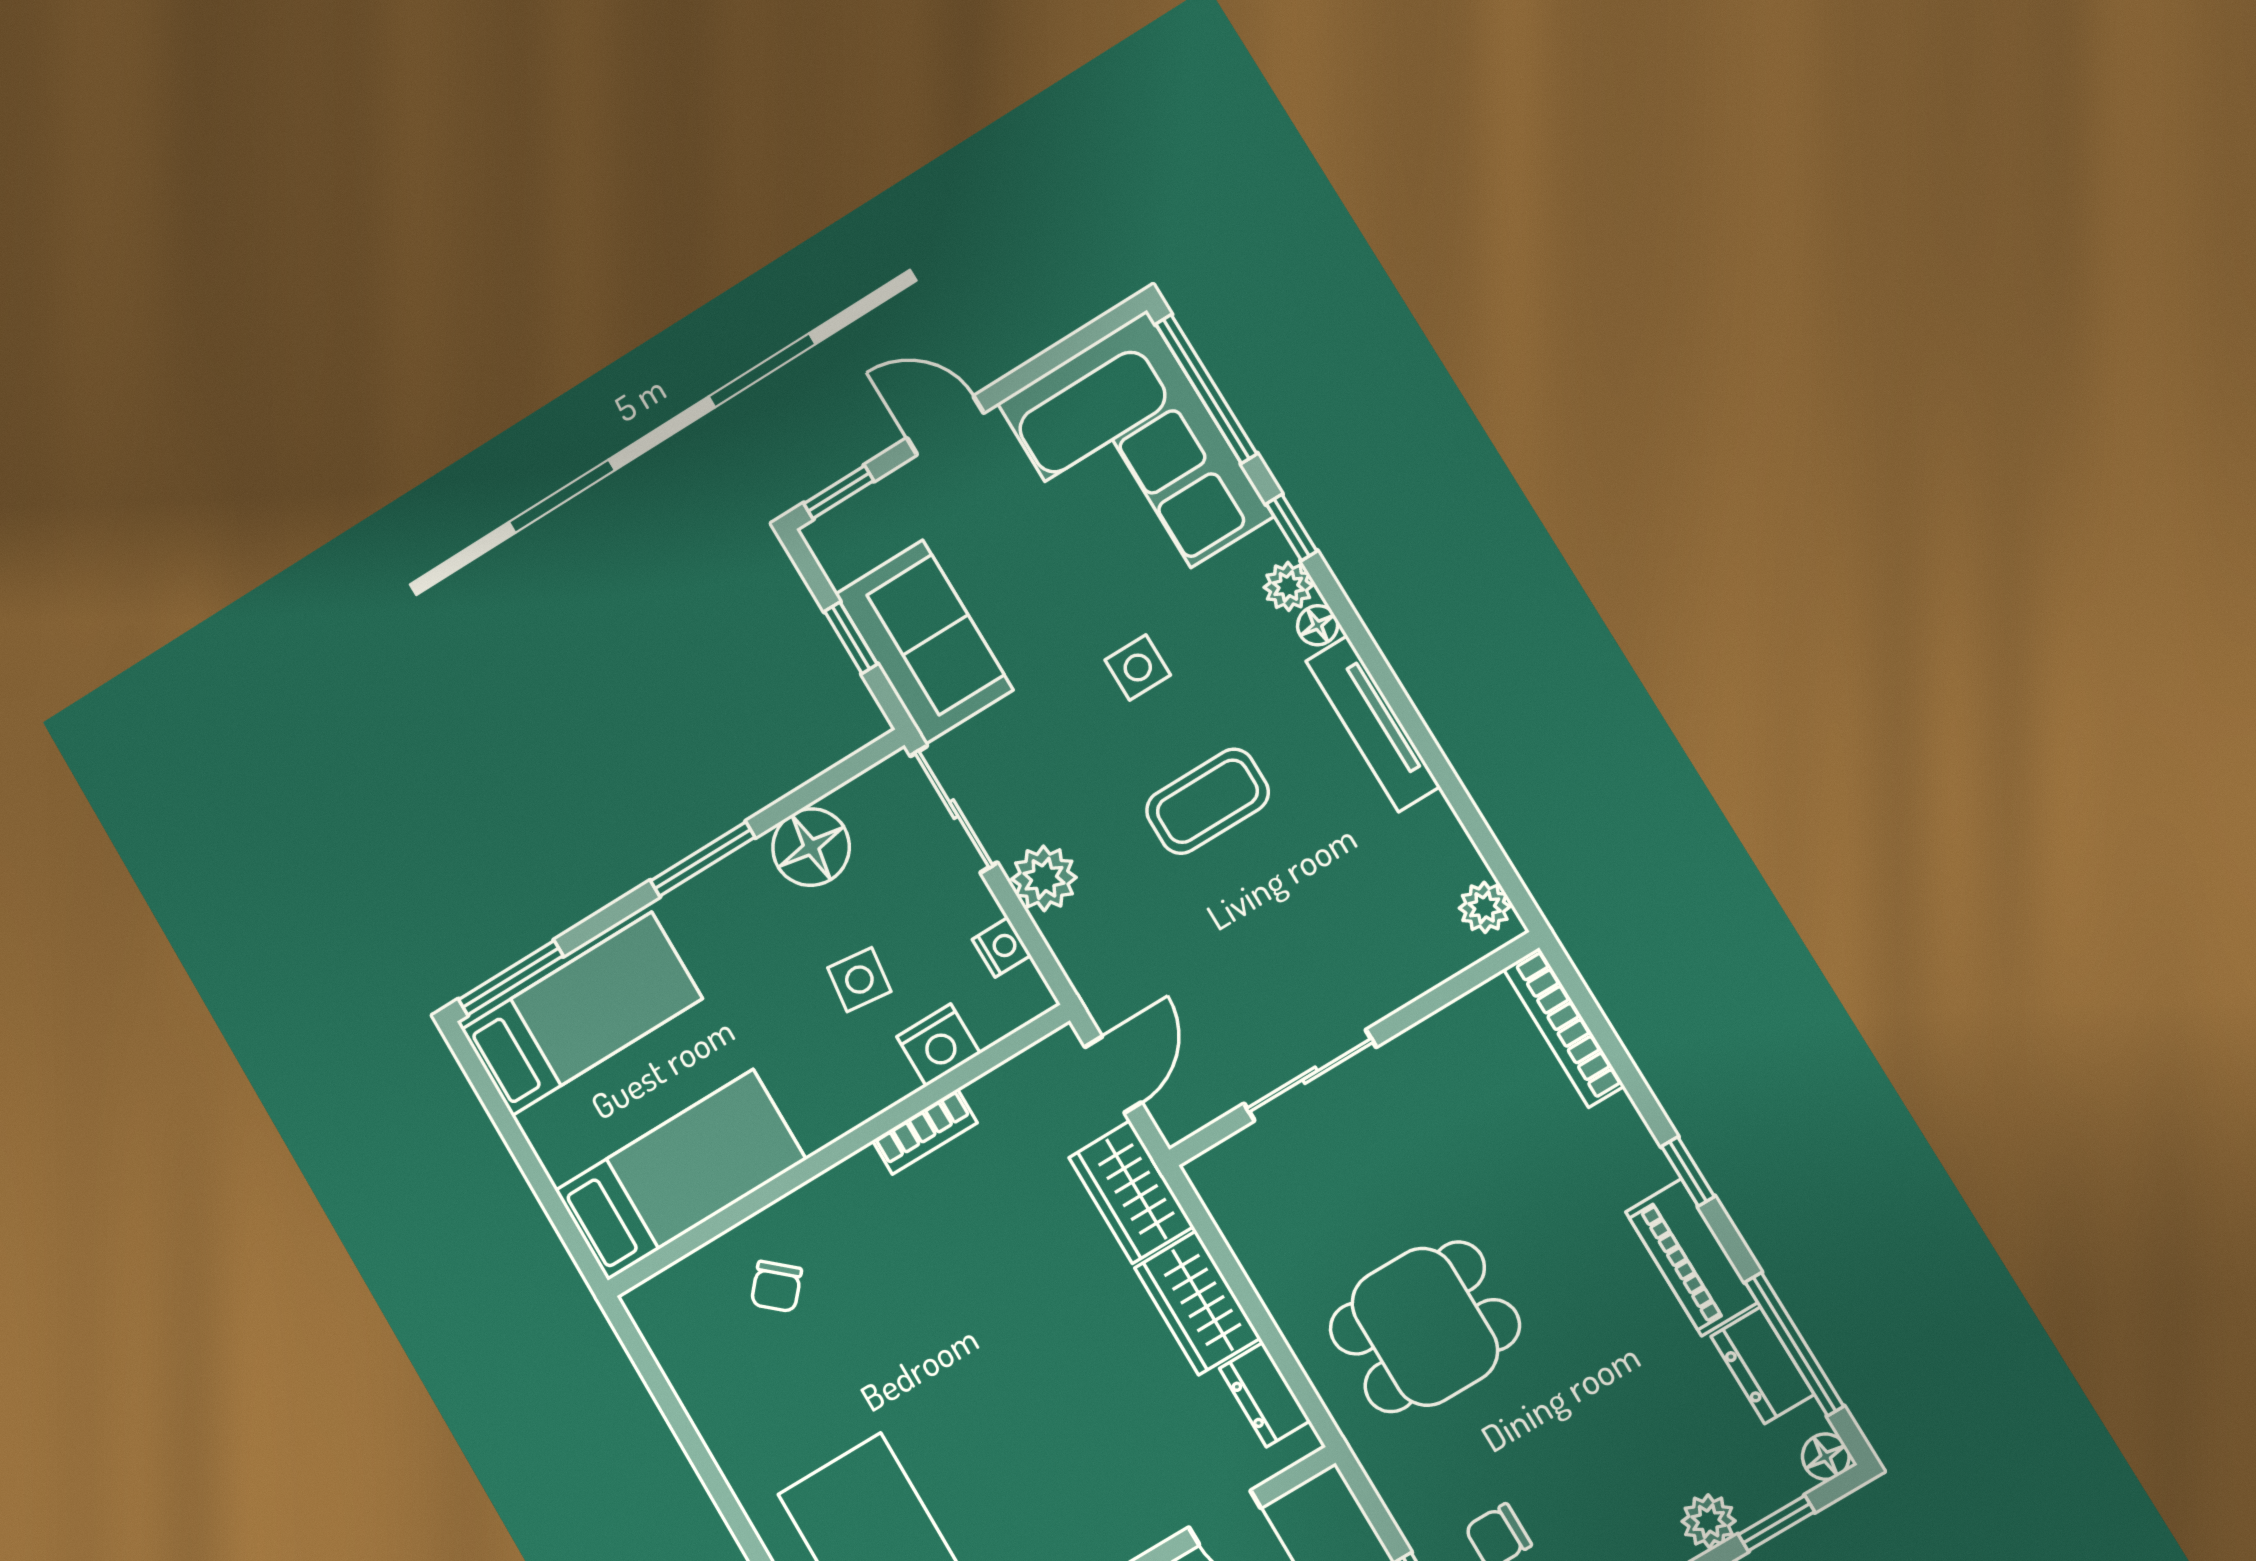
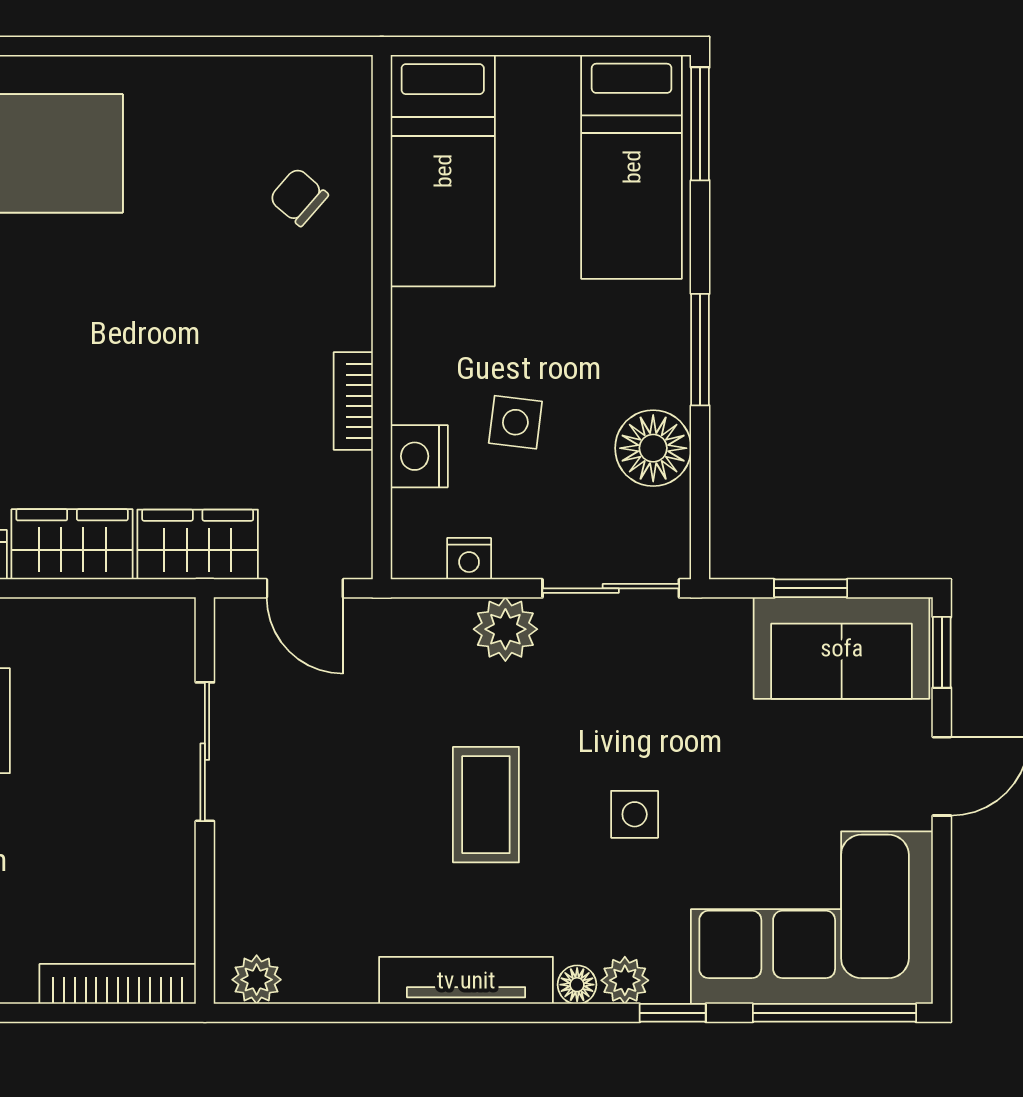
sofa: (924, 642) -> (842, 648), moved

